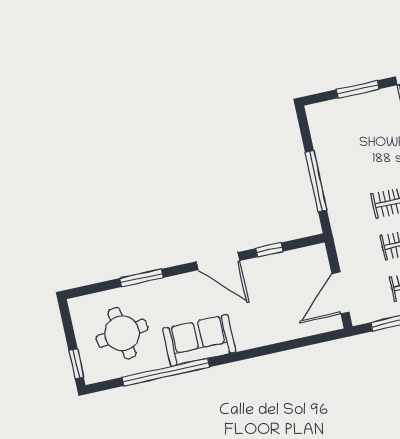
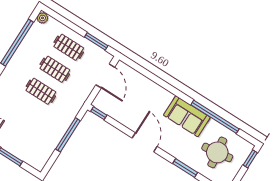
window: (269, 250) -> (99, 113), moved
door: (341, 293) -> (105, 76), hinge flipped

